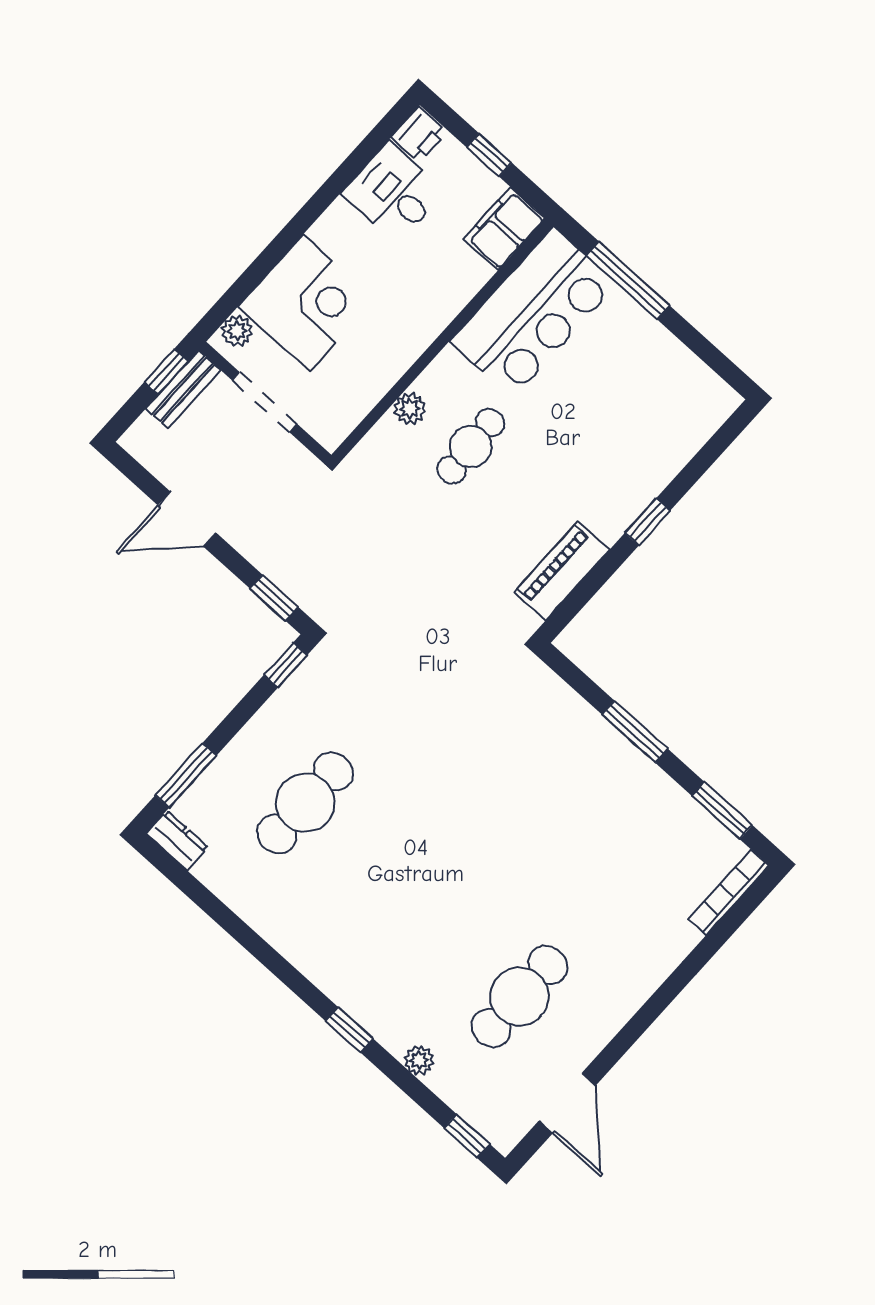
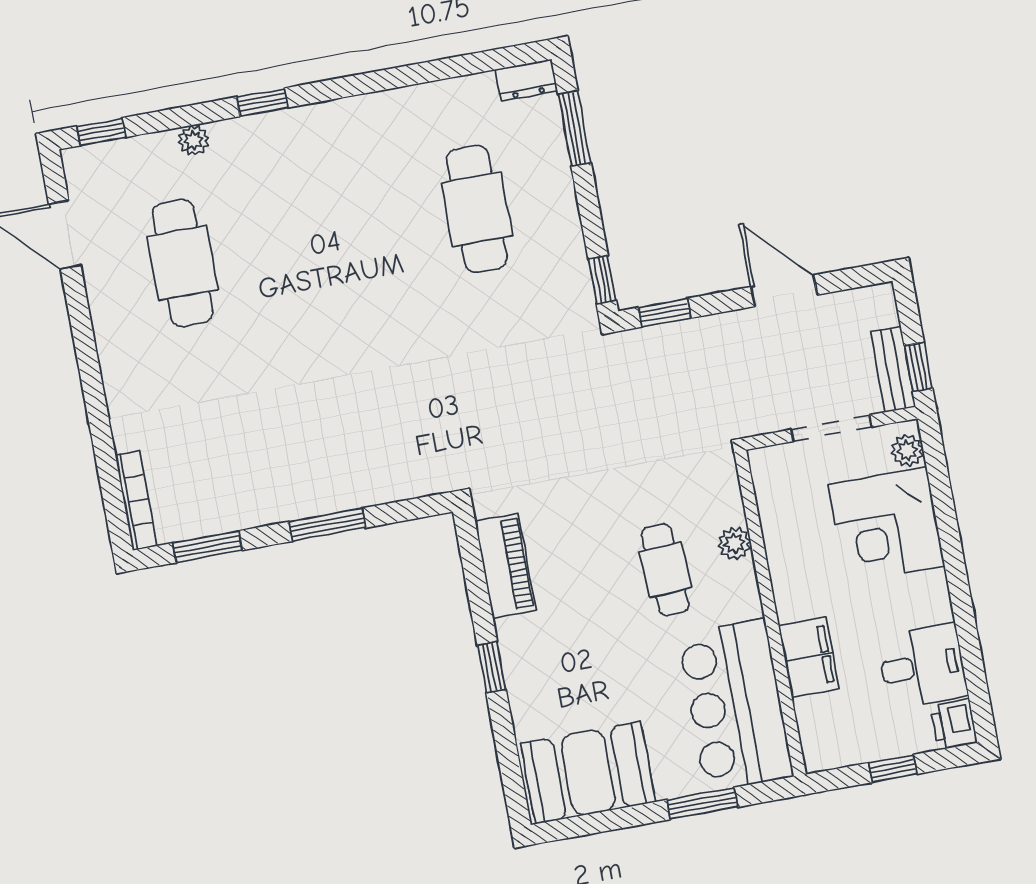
filing cabinet: (504, 229) -> (809, 657), moved
window: (628, 280) -> (702, 803), width x0.69
booth: (672, 386) -> (588, 773), added
door: (187, 519) -> (784, 291), hinge flipped

